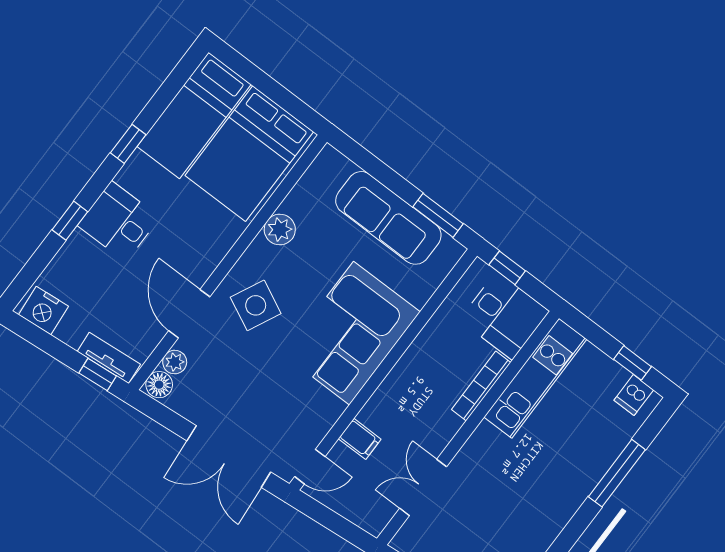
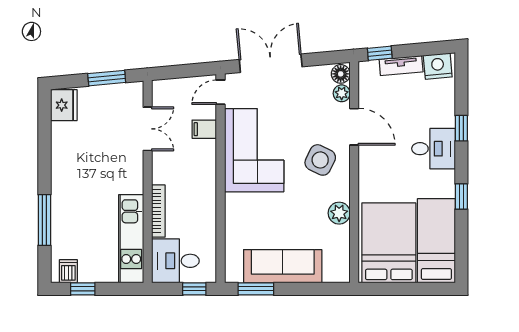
corner sofa: (352, 333) -> (254, 150), moved
tv unit: (109, 358) -> (401, 66), moved

